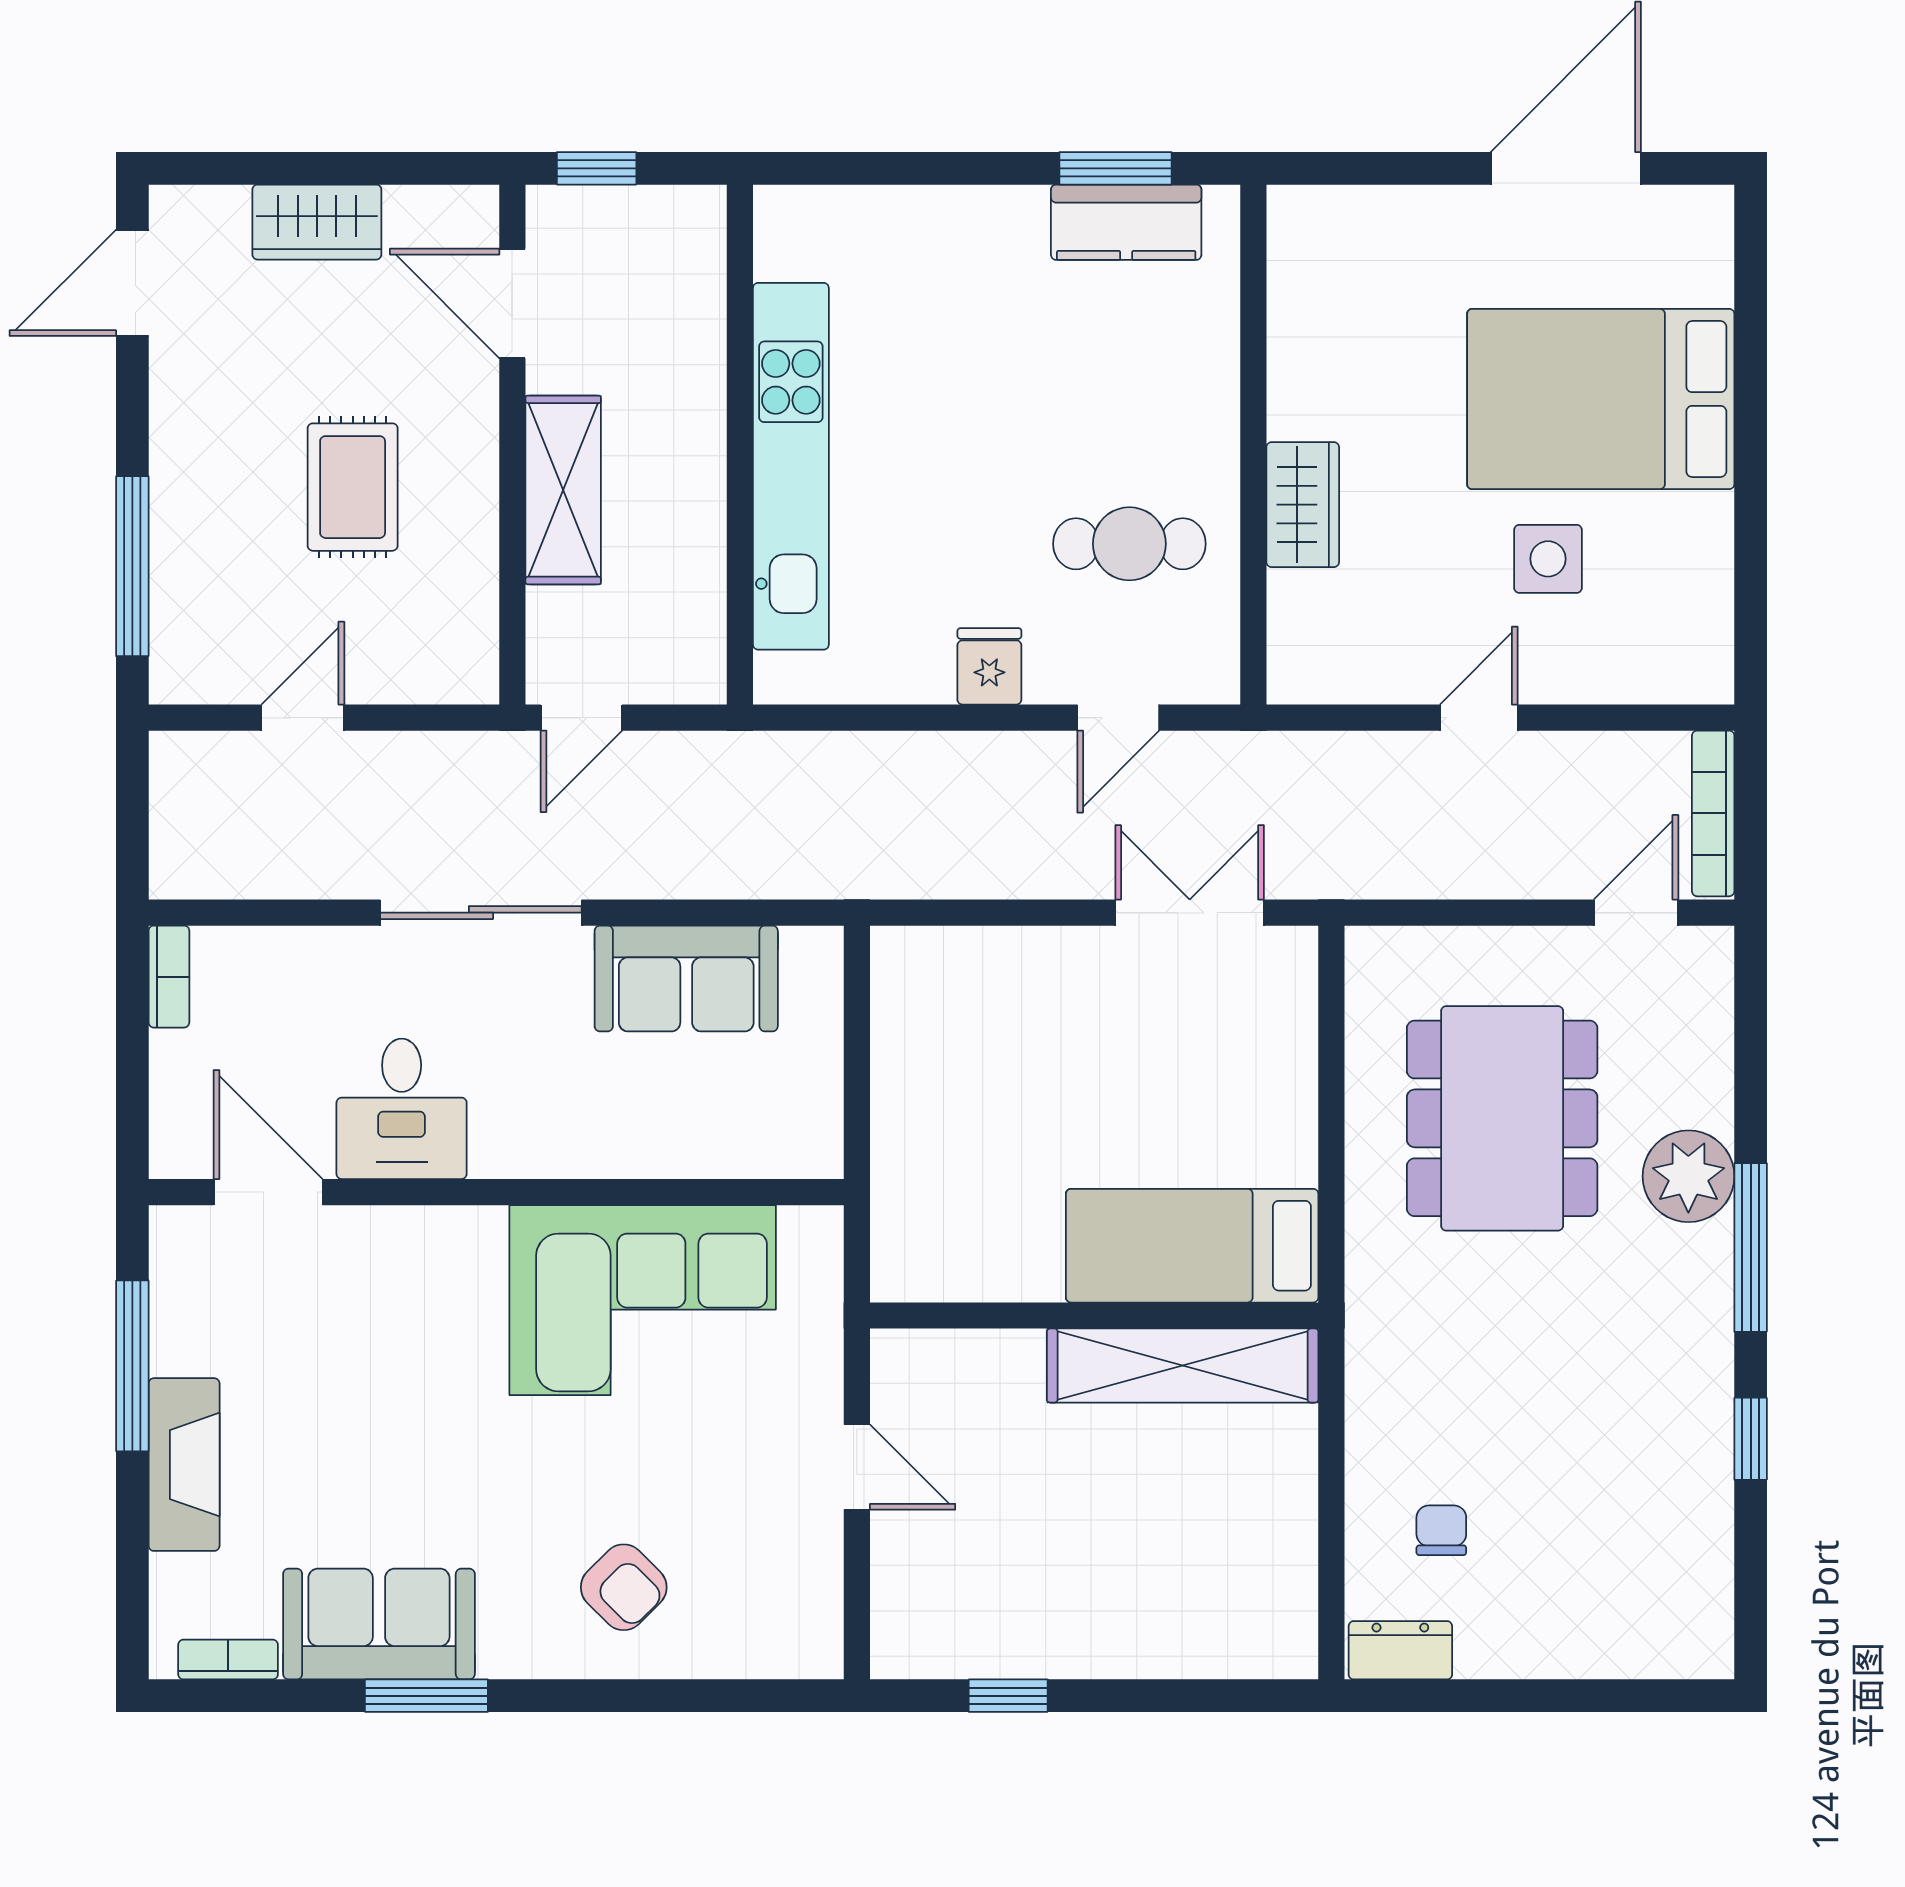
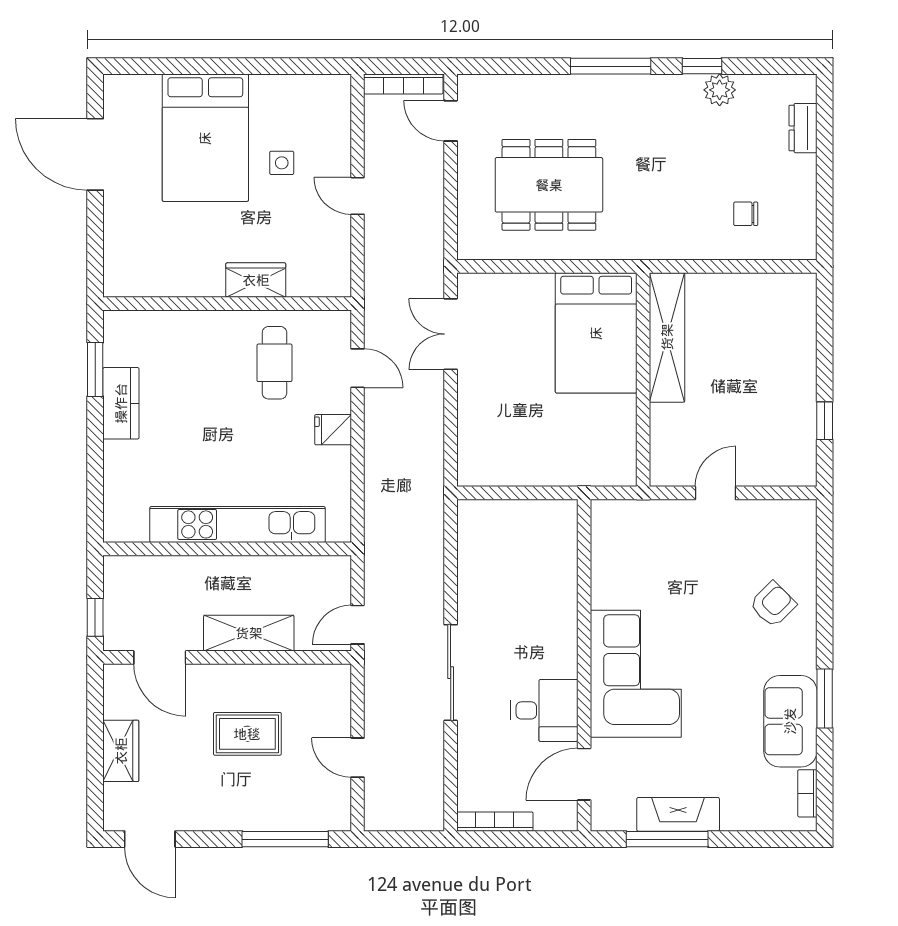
kitchen counter: (1126, 222) -> (121, 403), moved
door: (512, 304) -> (160, 657), hinge flipped
side table: (1548, 559) -> (282, 163), width x0.73, depth x0.73
door: (581, 718) -> (357, 625), swing flipped
bookcase: (169, 977) -> (495, 822), width x1.56
sofa: (686, 979) -> (482, 574), removed
plant: (1688, 1176) -> (720, 90), moved, width x0.73, depth x0.73
bed: (1192, 1246) -> (596, 333), width x1.50
corner sofa: (643, 1300) -> (636, 674), moved
fireplace: (184, 1465) -> (678, 814), moved
dresser: (1400, 1650) -> (803, 128), moved

